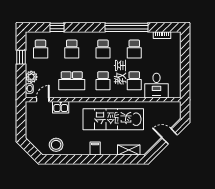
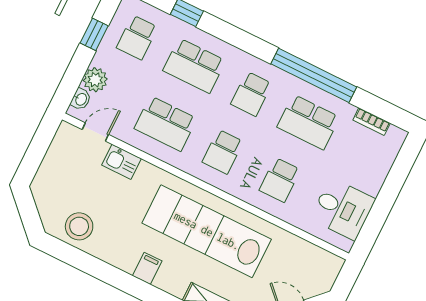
school desk: (72, 49) -> (194, 66), width x1.85
school desk: (134, 49) -> (308, 122), width x1.85
desk: (157, 86) -> (343, 209), moved, turned -90

